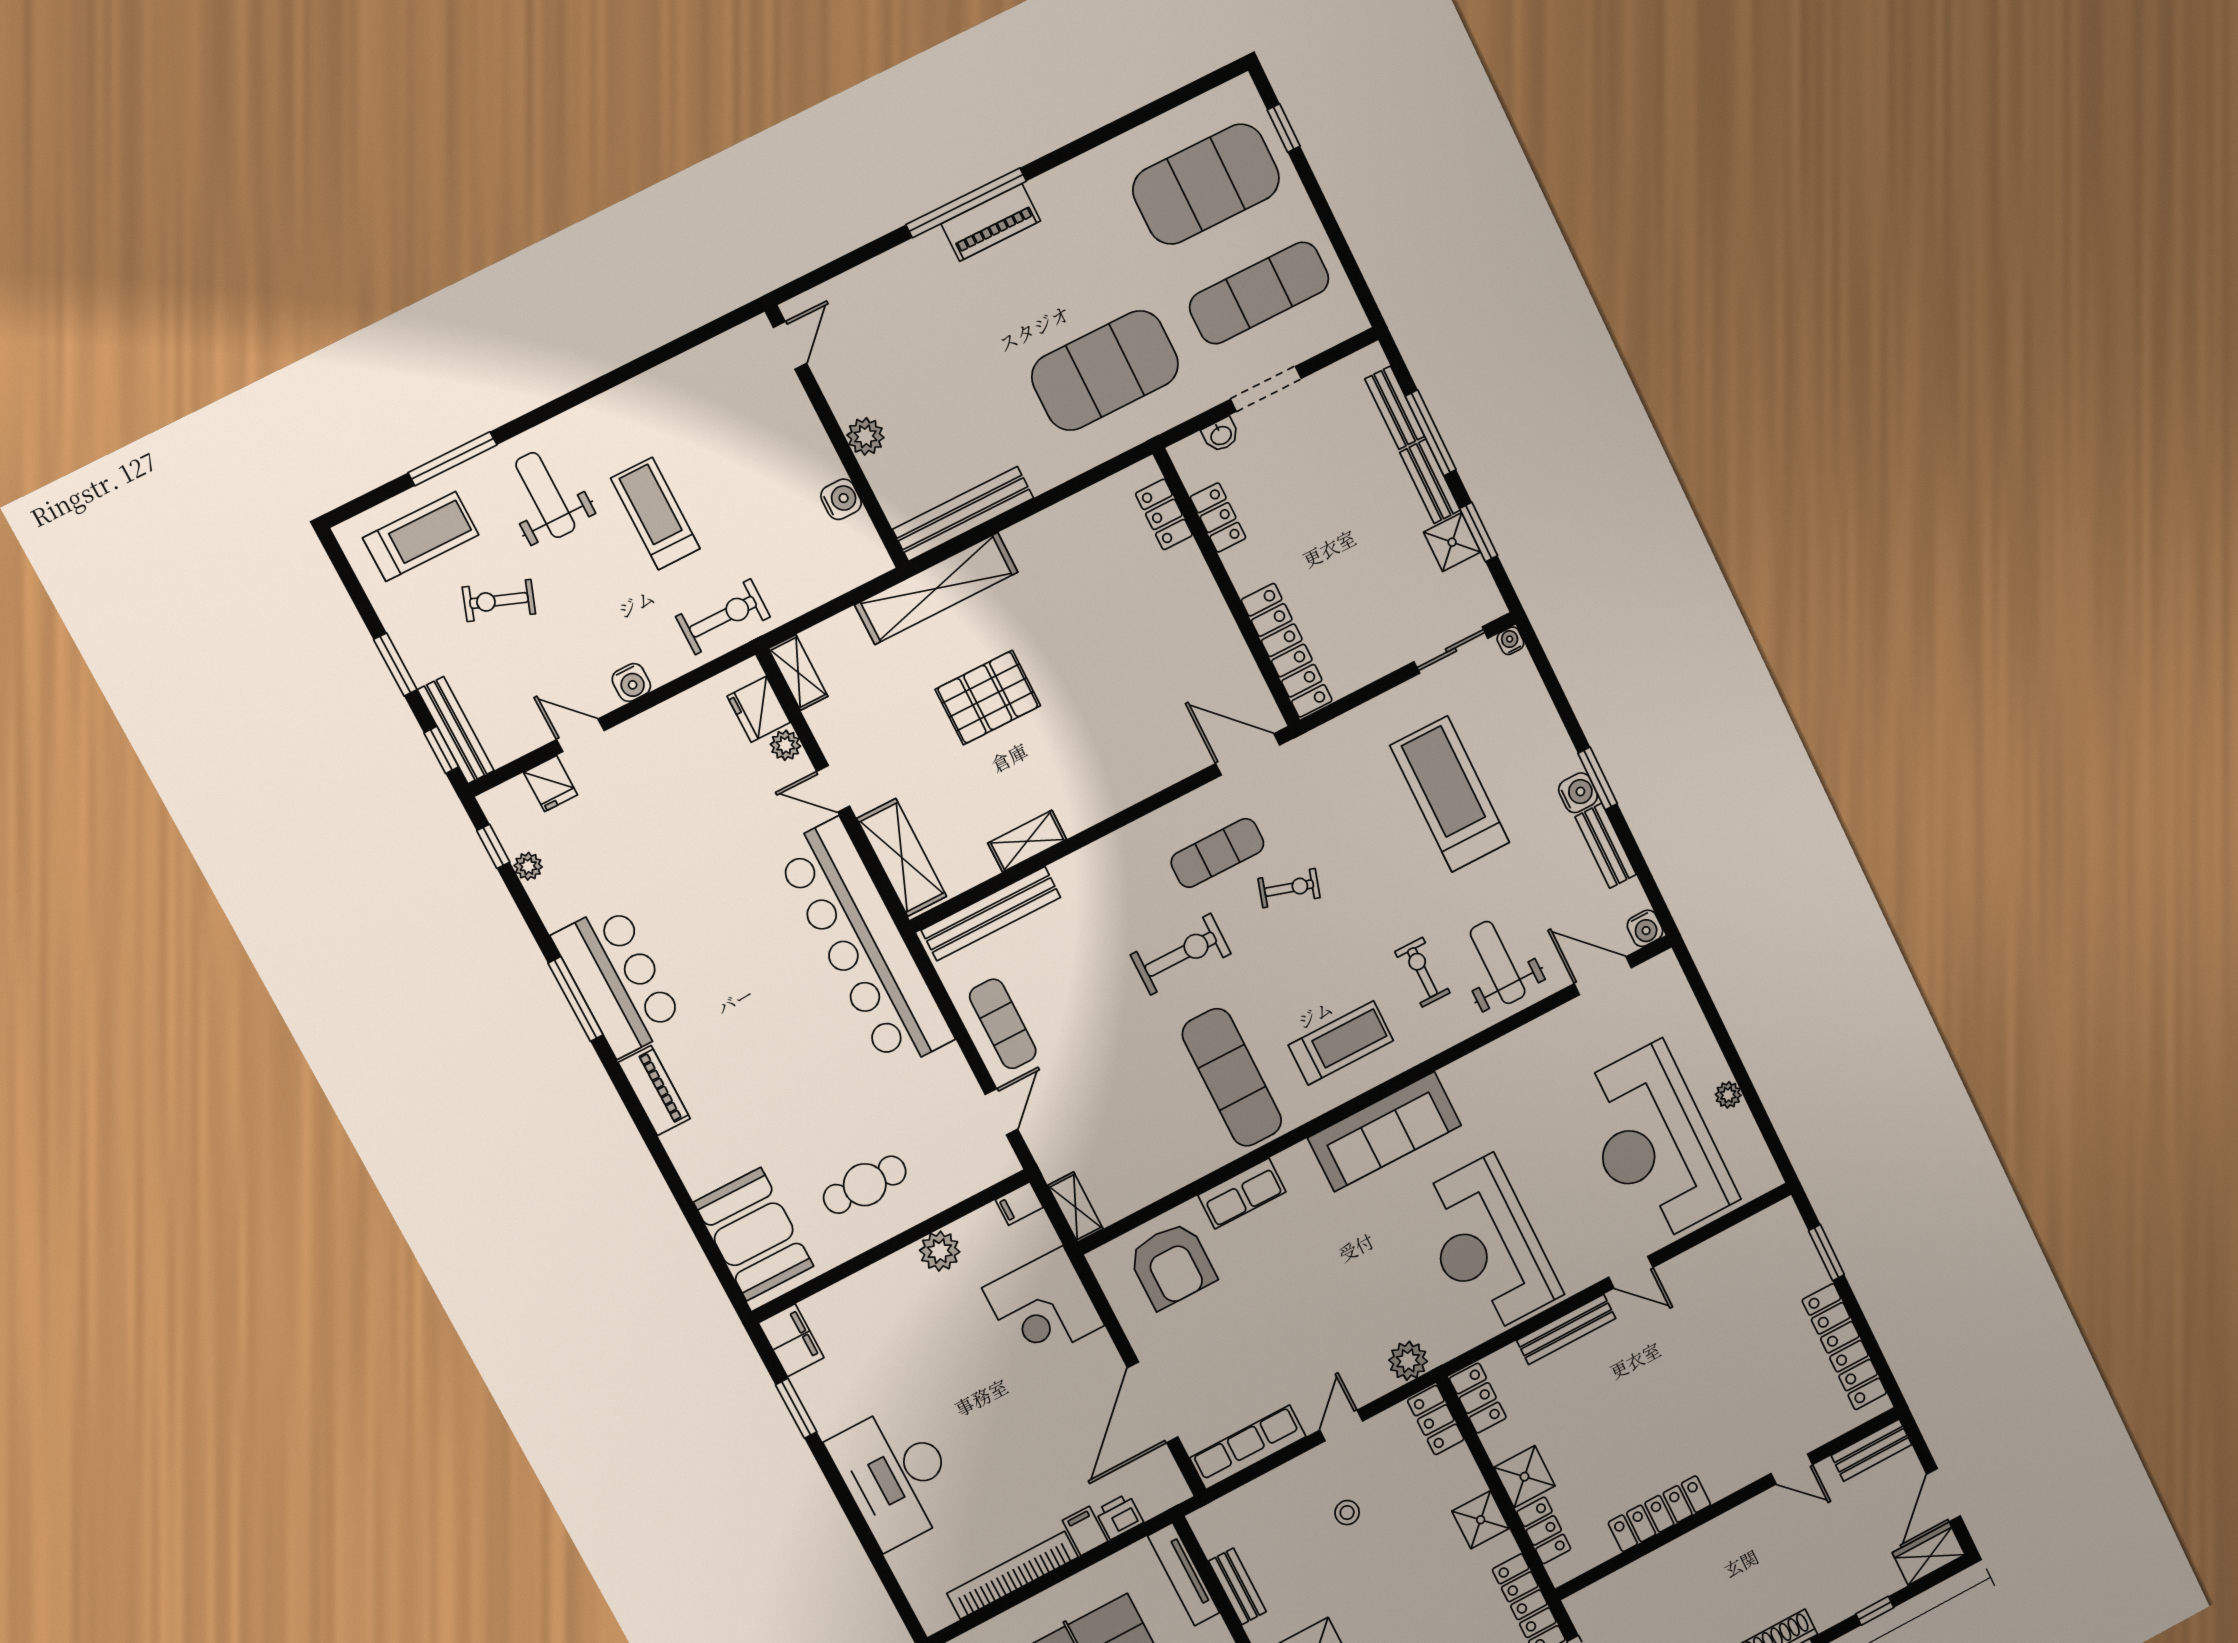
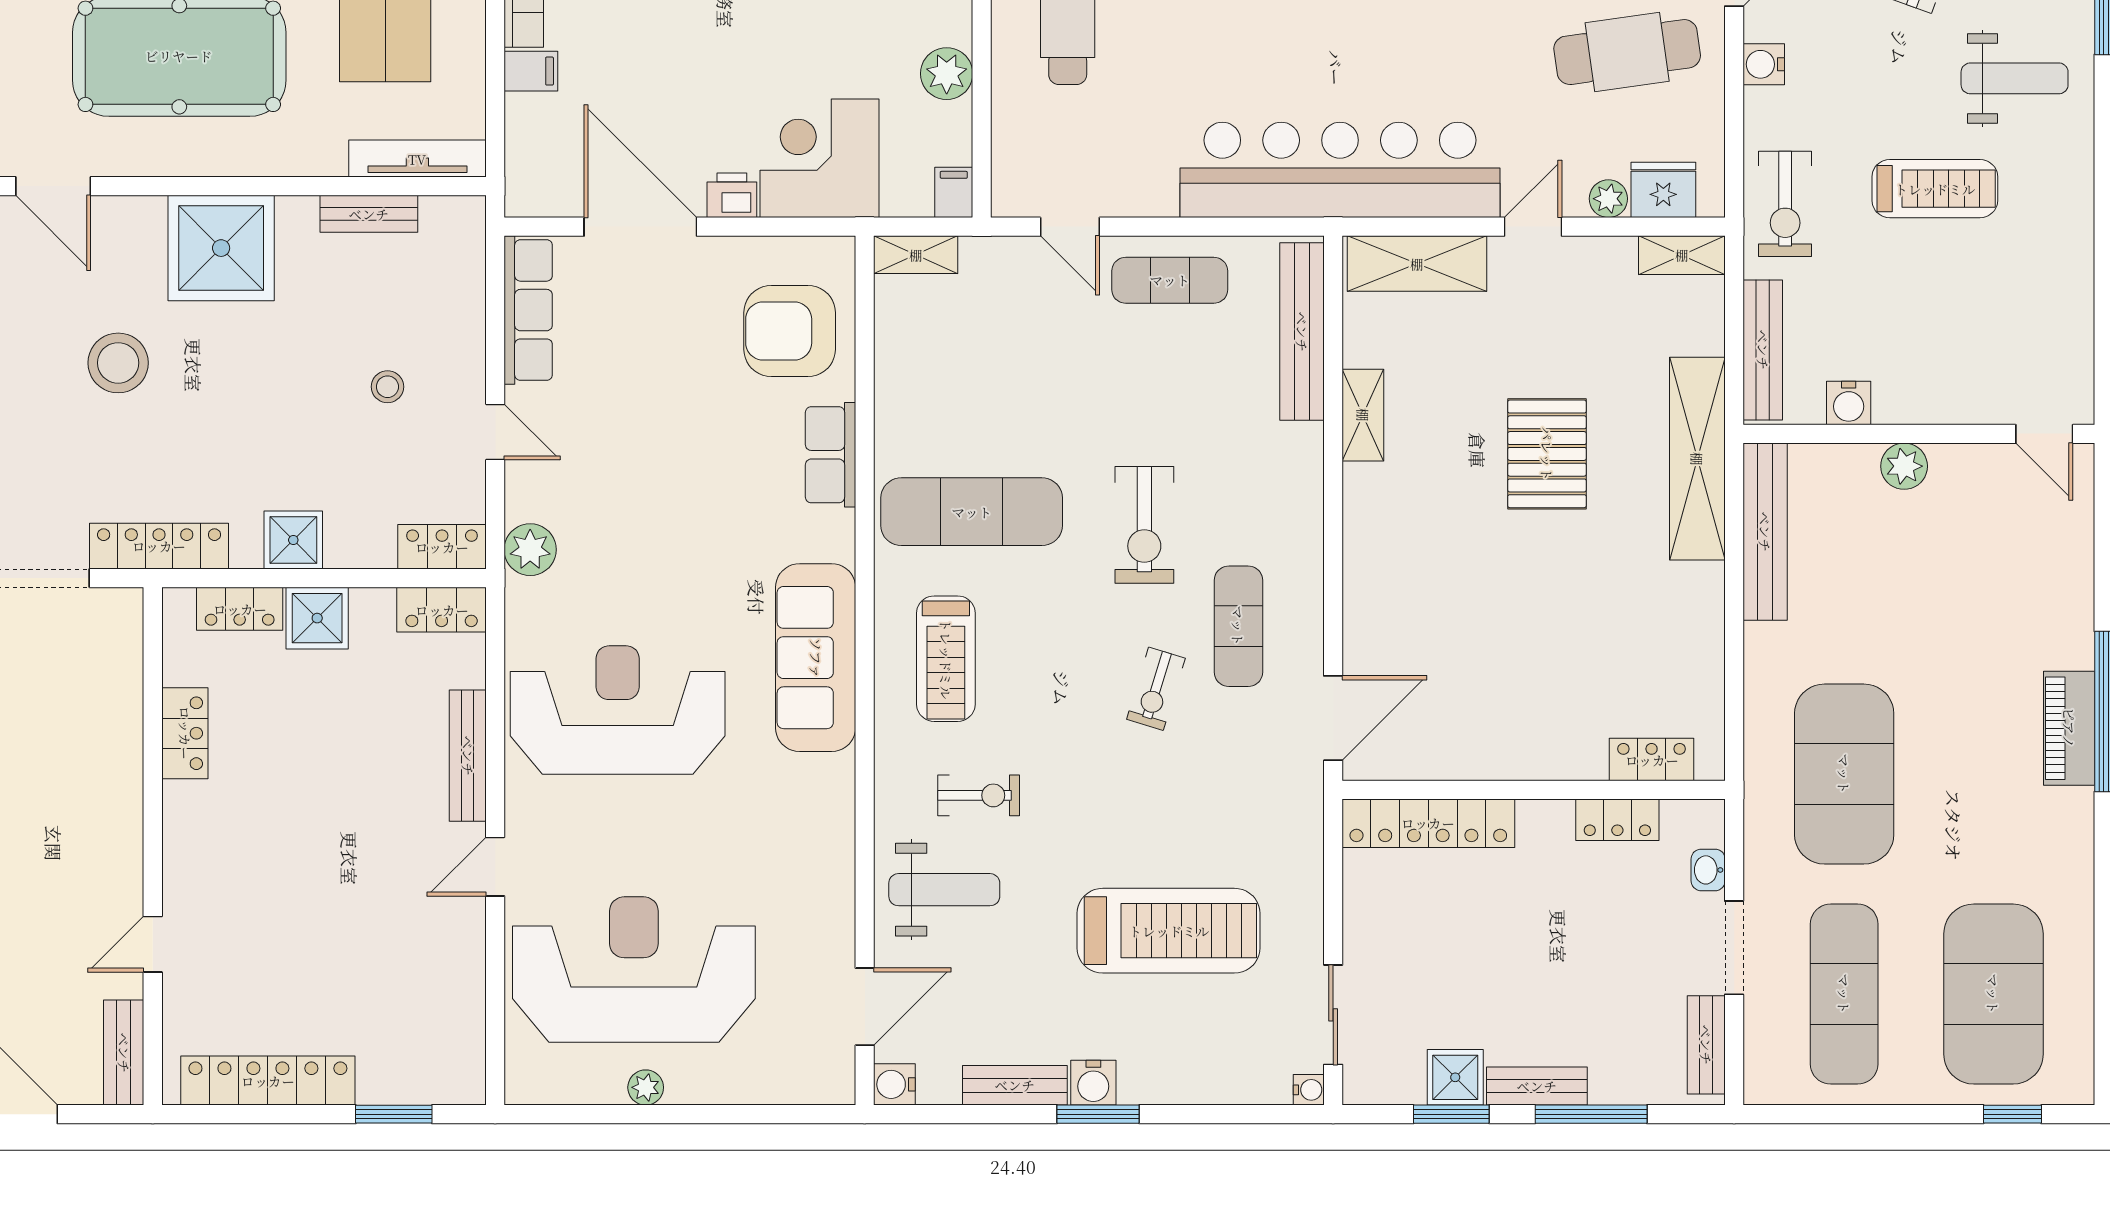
bench: (1395, 408) -> (1706, 1045), moved, turned 90
bench: (835, 580) -> (1763, 350), added
cafe table: (674, 785) -> (1627, 52), added
locker: (1659, 1514) -> (185, 733), width x0.66
printer: (1119, 1516) -> (732, 195), moved, turned -90

